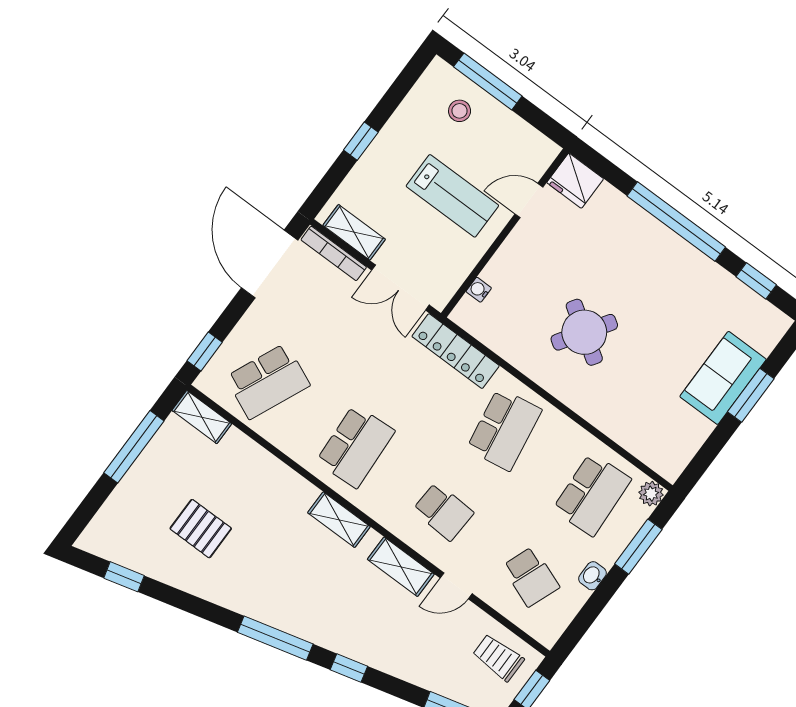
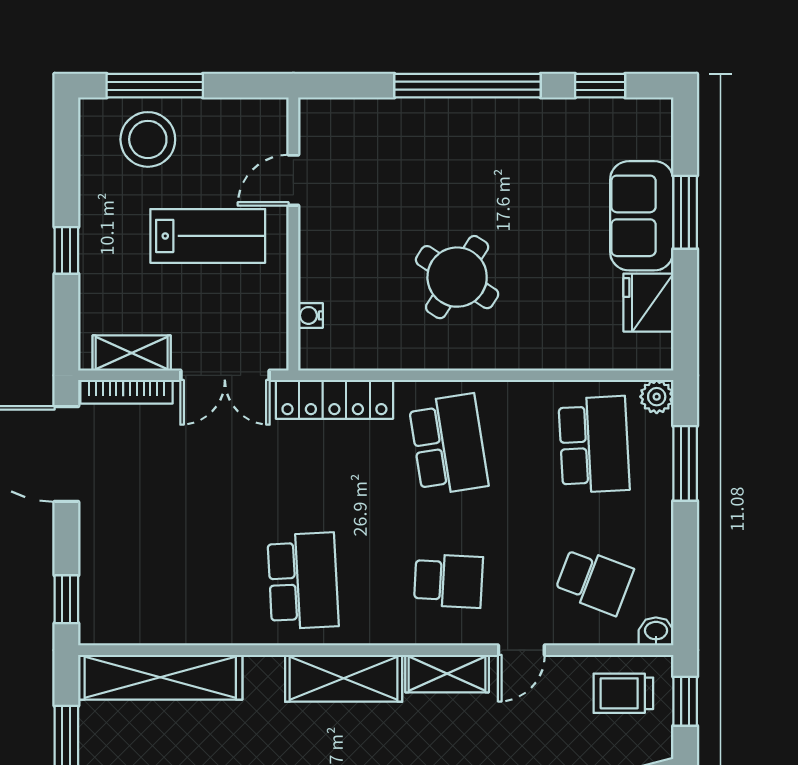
stool: (460, 111) -> (148, 139), width x1.89, depth x1.89
fridge: (575, 181) -> (648, 303), moved, turned 90
school desk: (268, 381) -> (157, 581), removed
shelving: (202, 417) -> (160, 677), width x2.20, depth x1.33
shelving: (339, 520) -> (344, 678), width x1.50, depth x1.33
washbasin: (592, 576) -> (656, 631), moved, turned 90

